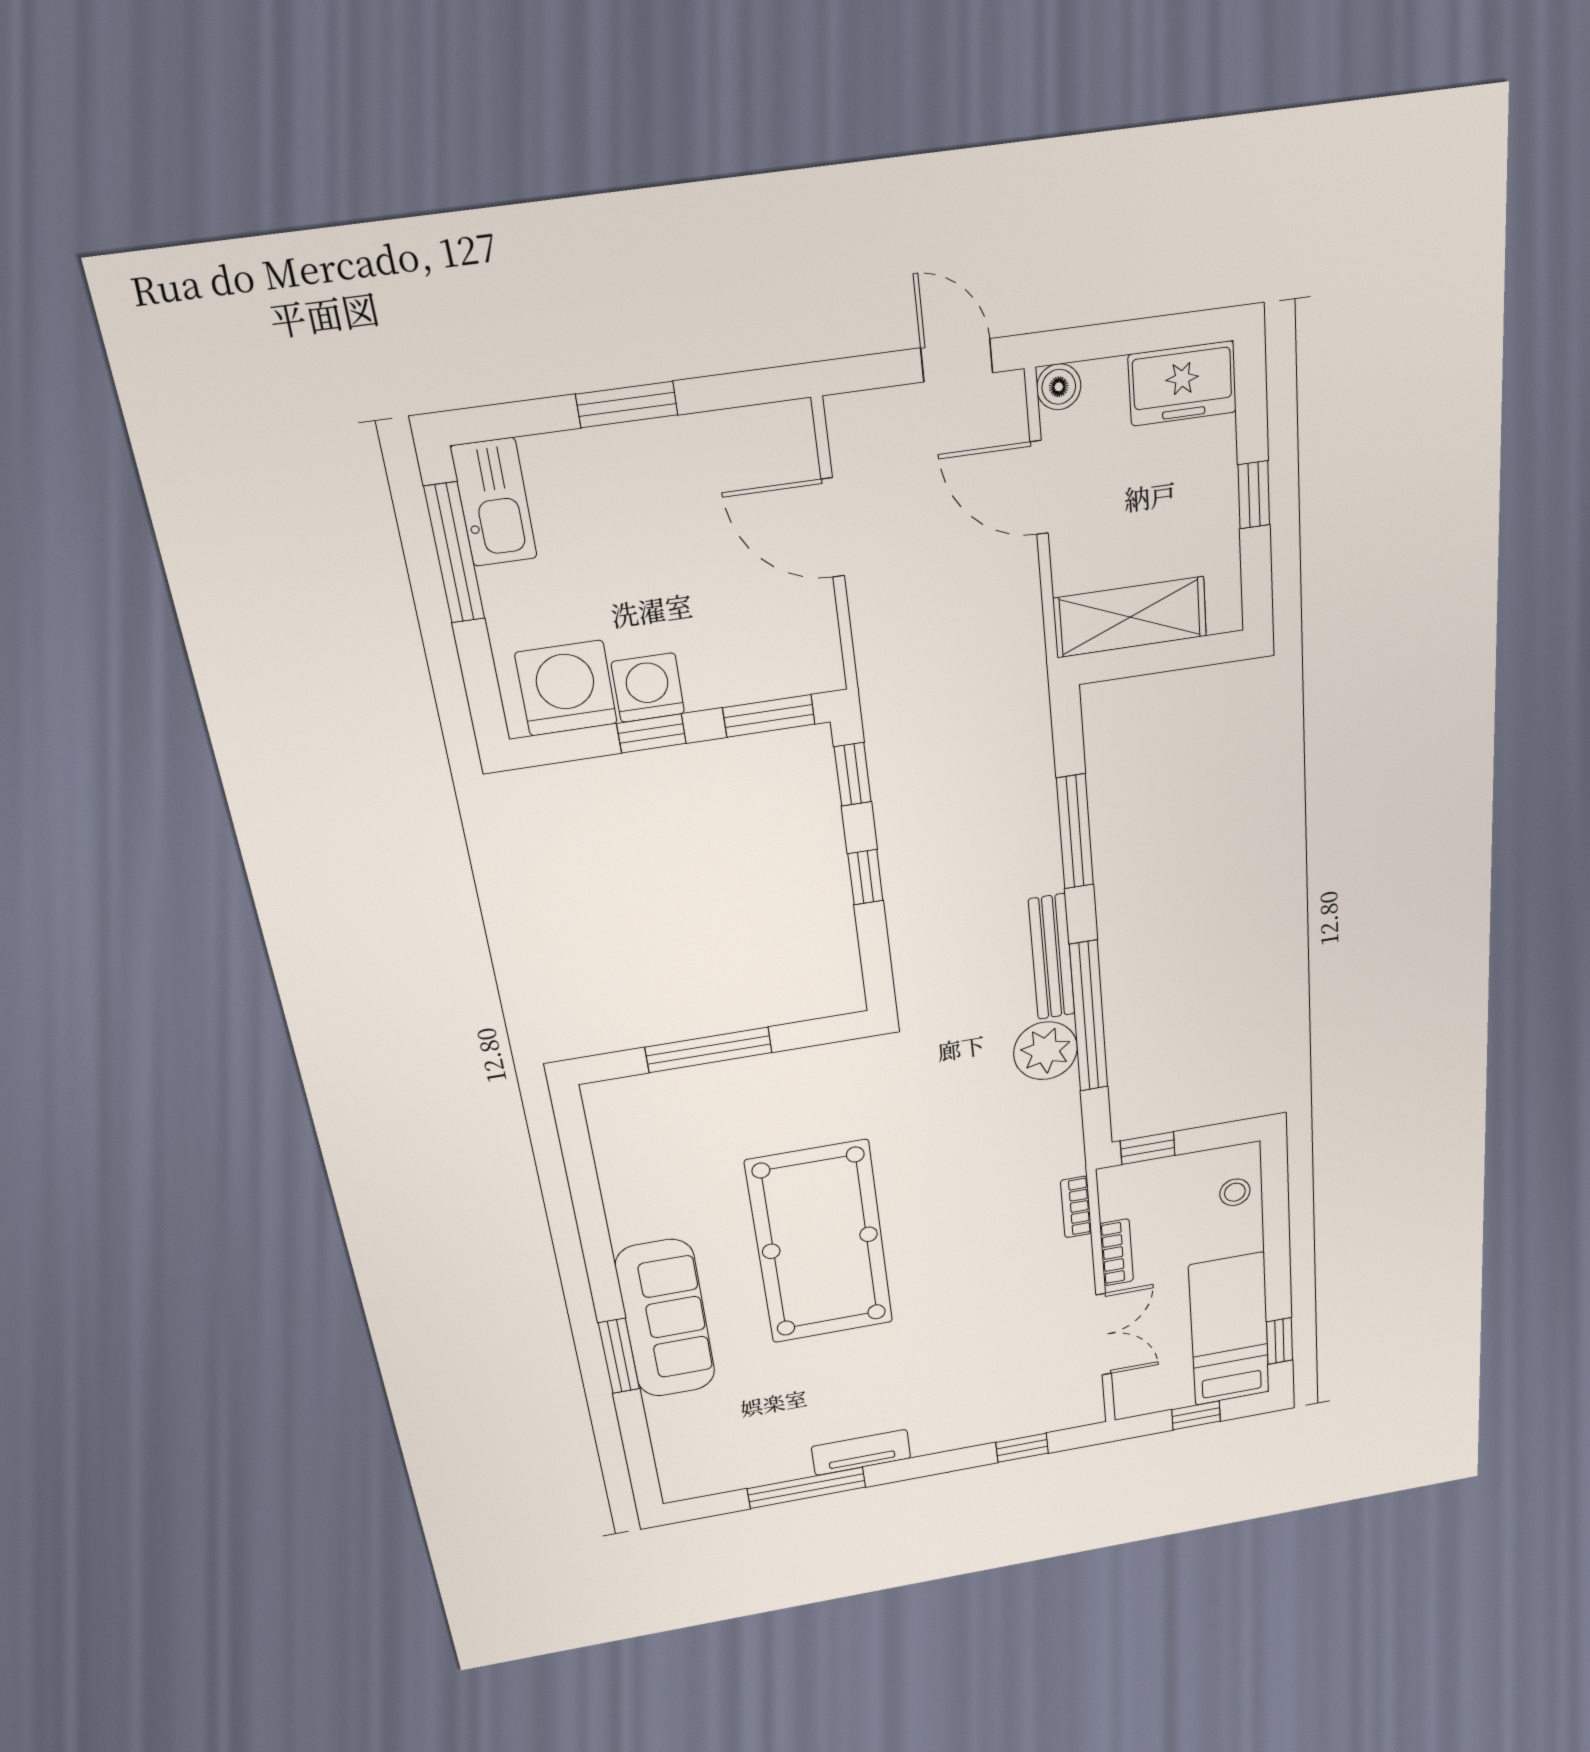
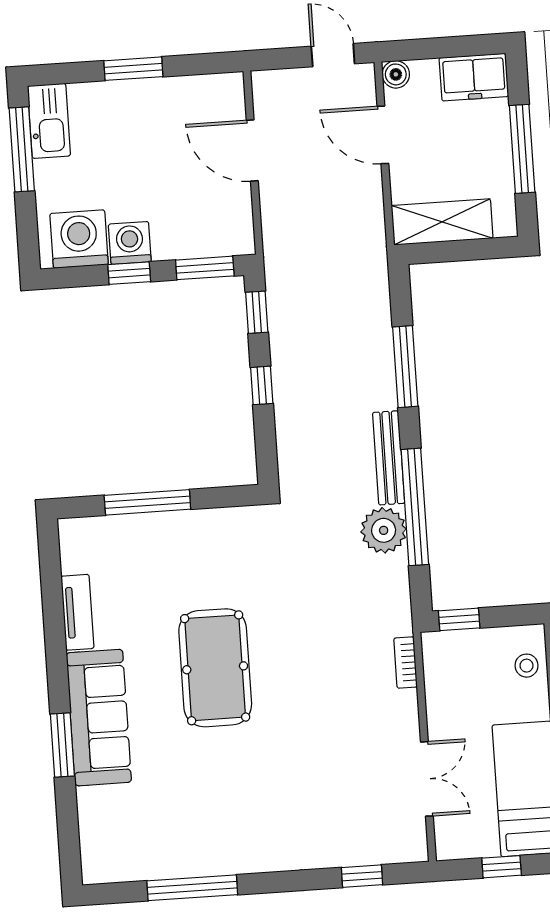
window: (1254, 495) -> (522, 149), width x2.17
pool table: (820, 1243) -> (215, 668), width x0.73, depth x0.76
bookcase: (1117, 1252) -> (436, 706), removed
tv unit: (861, 1452) -> (77, 612), moved, turned 90

